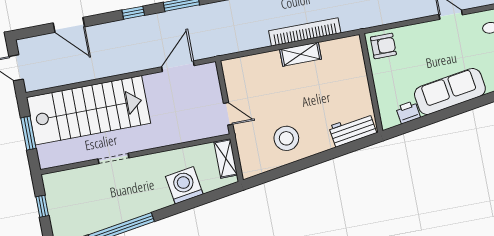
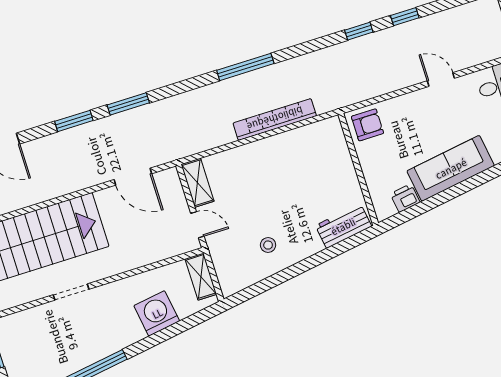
window: (133, 13) -> (74, 121), width x1.50
shelving: (301, 54) -> (198, 183), moved, turned 90
door: (178, 66) -> (133, 177), swing flipped
stool: (286, 138) -> (268, 245), width x0.53, depth x0.53

